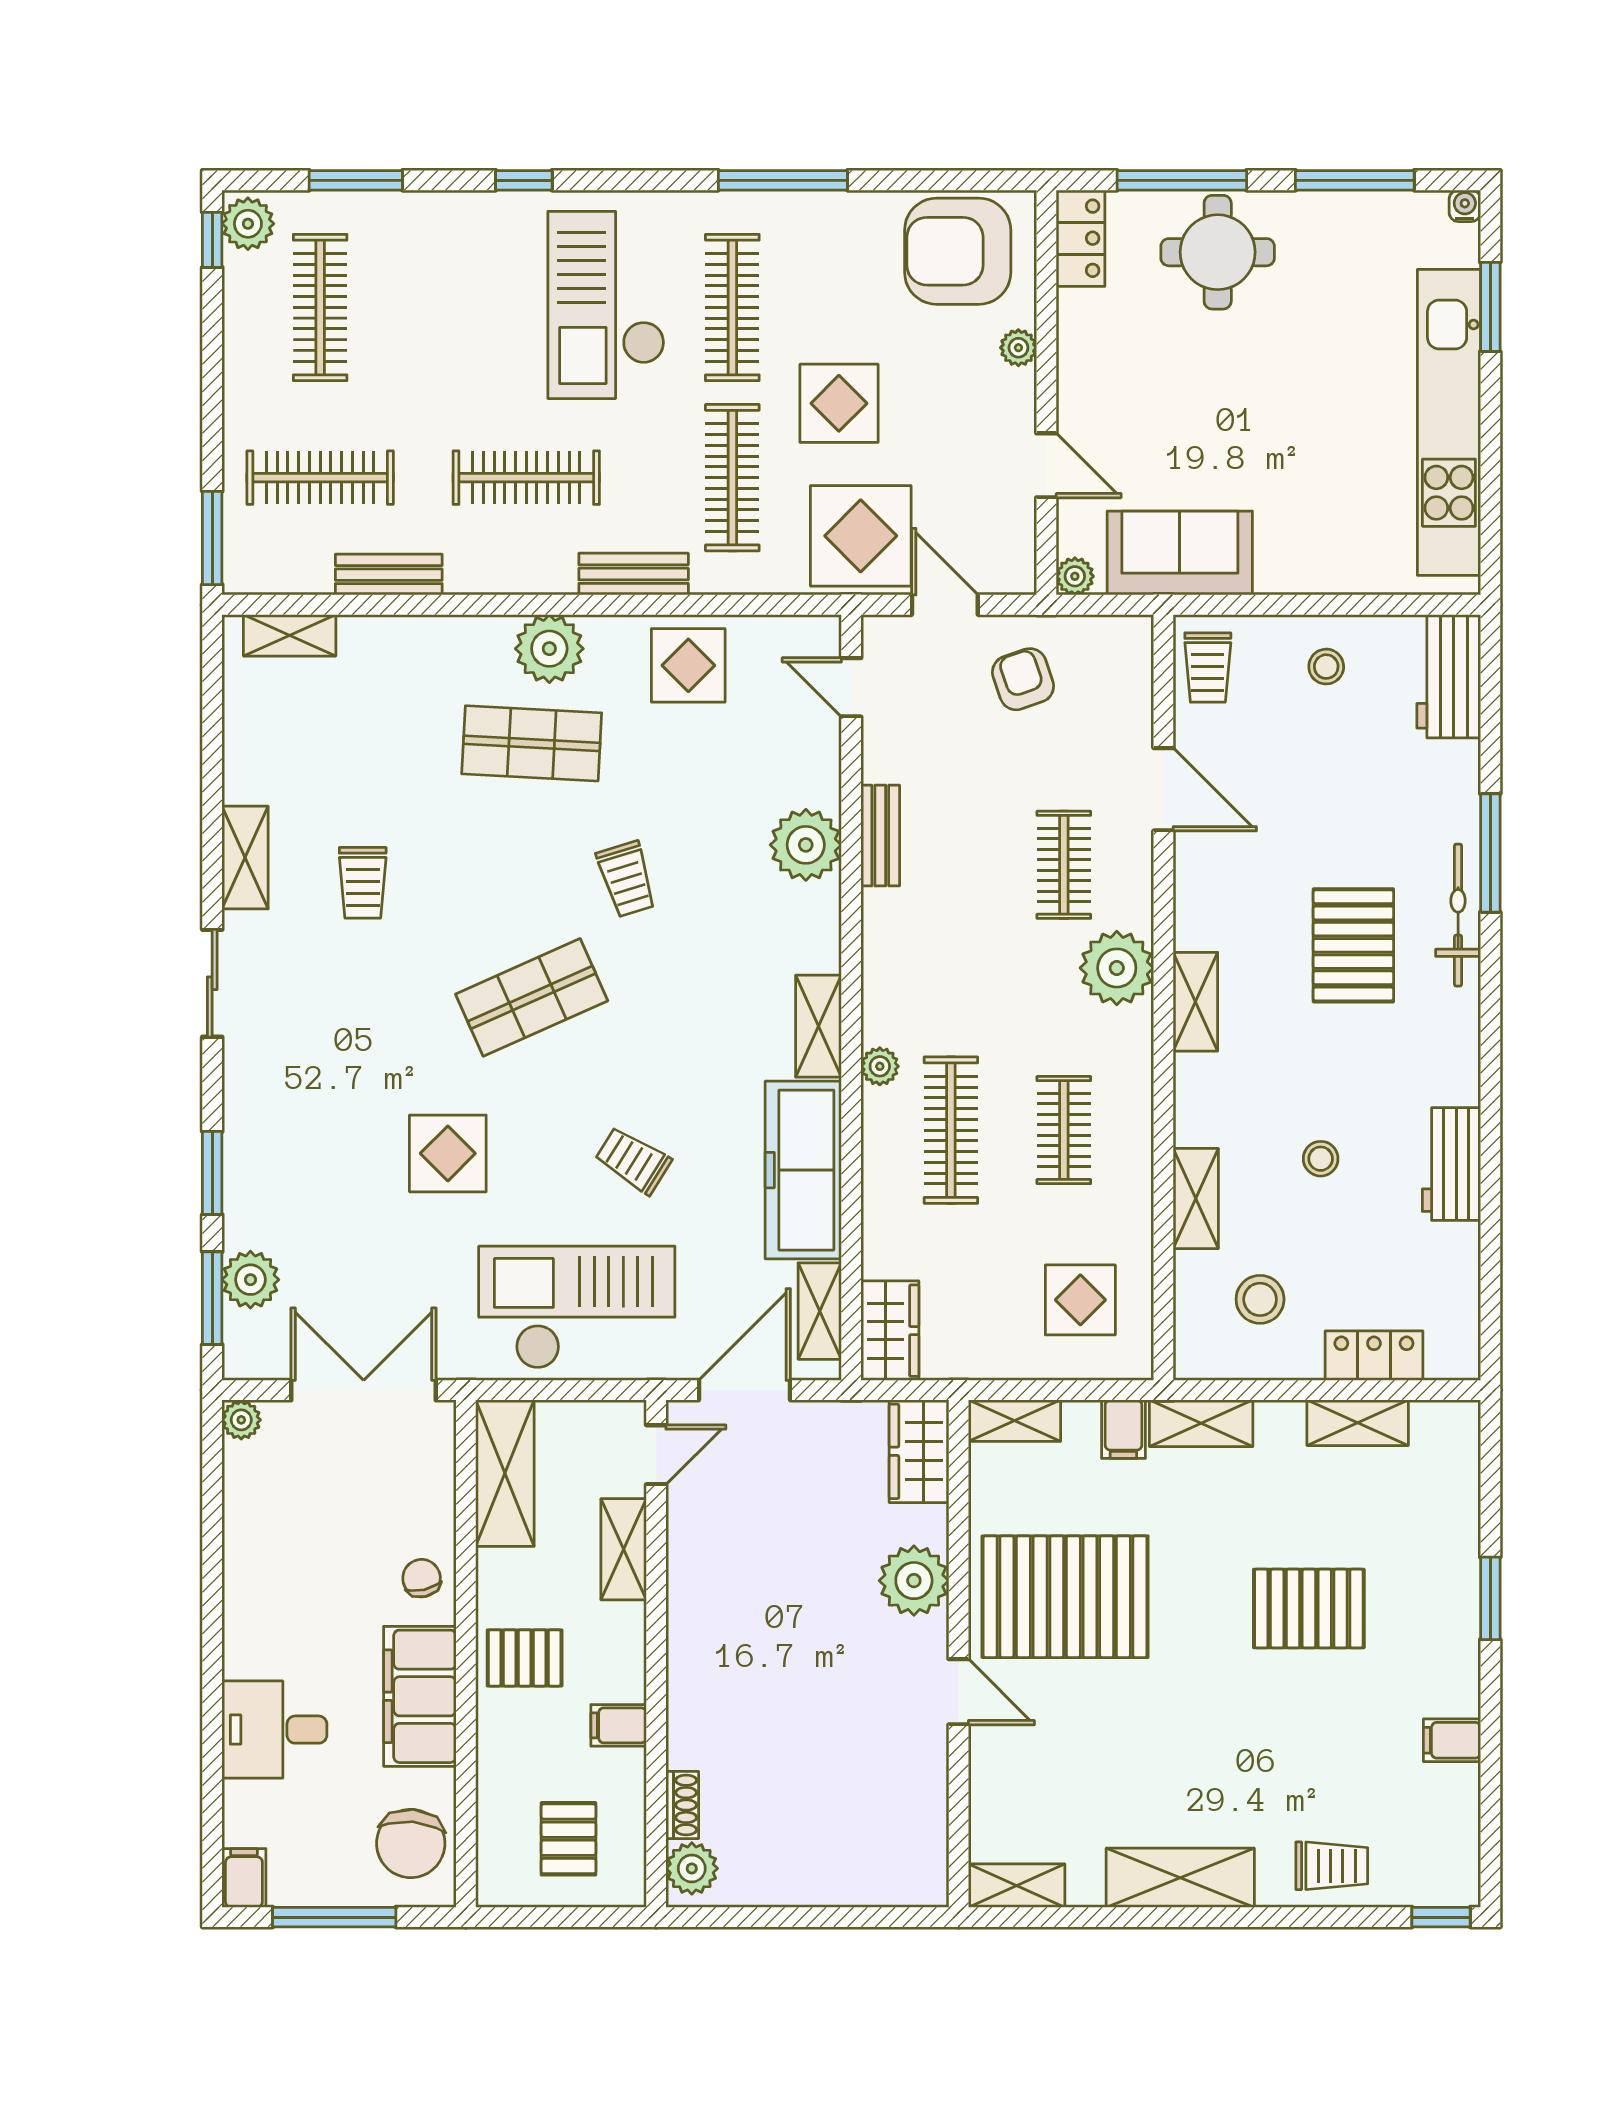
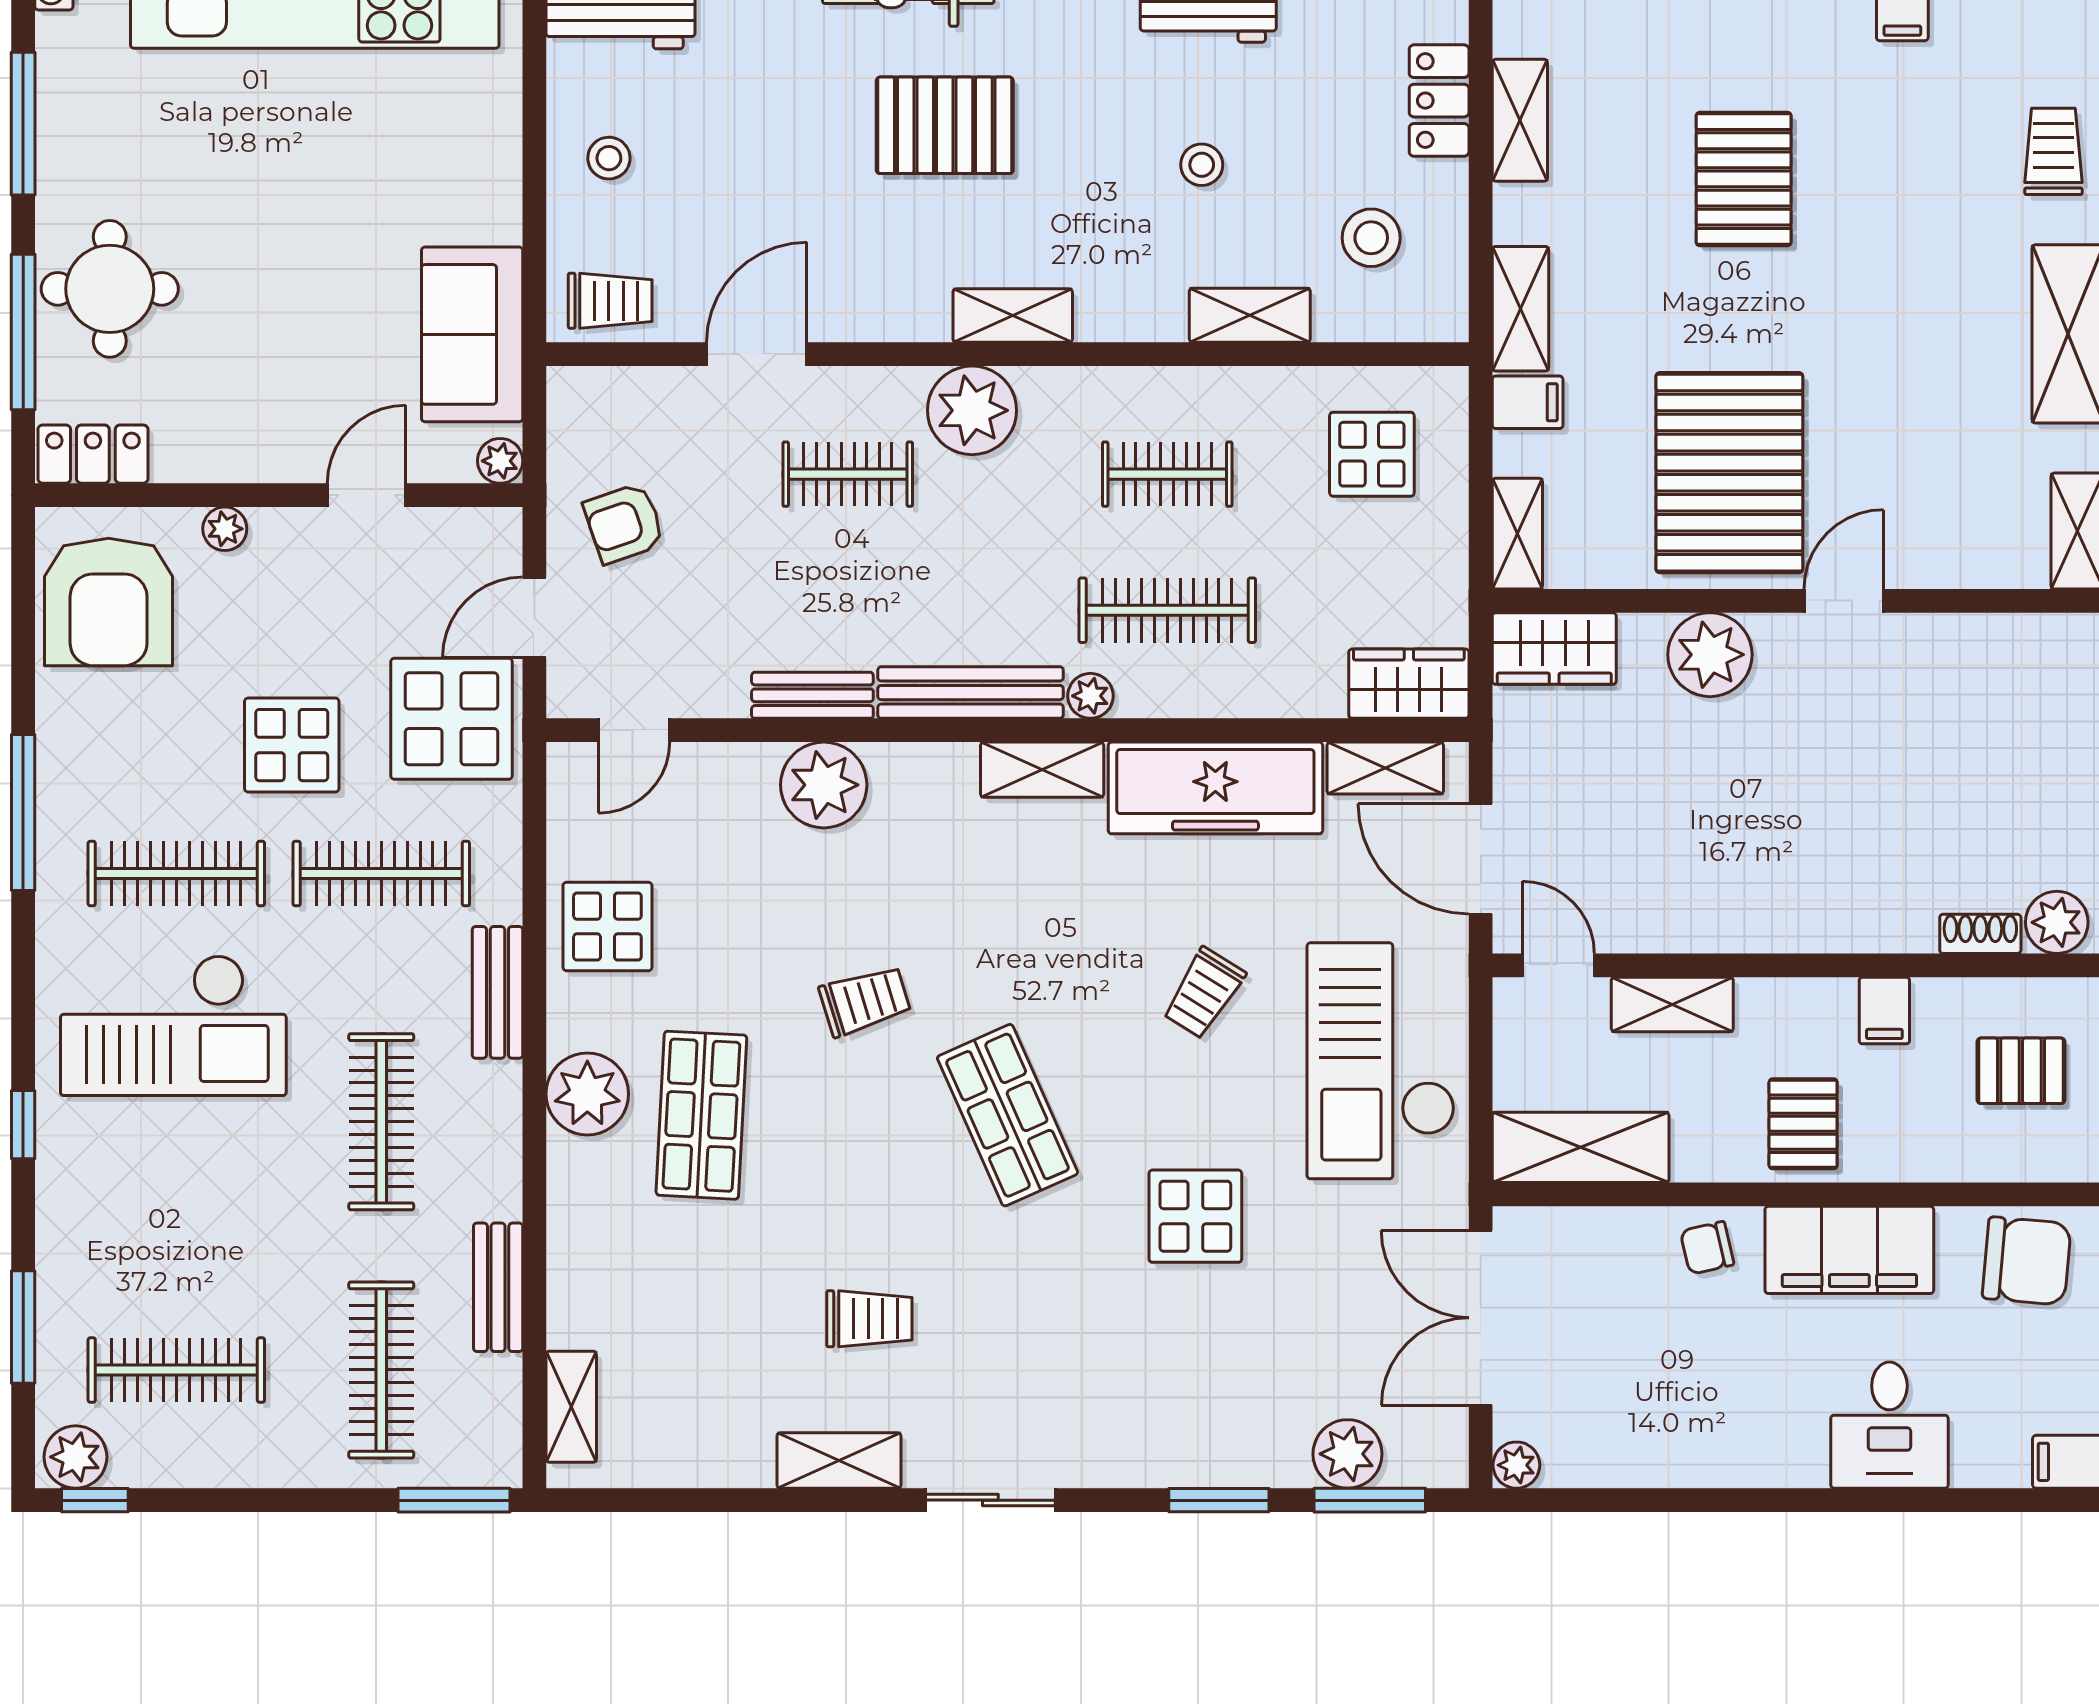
bench: (883, 967) -> (971, 693), added

